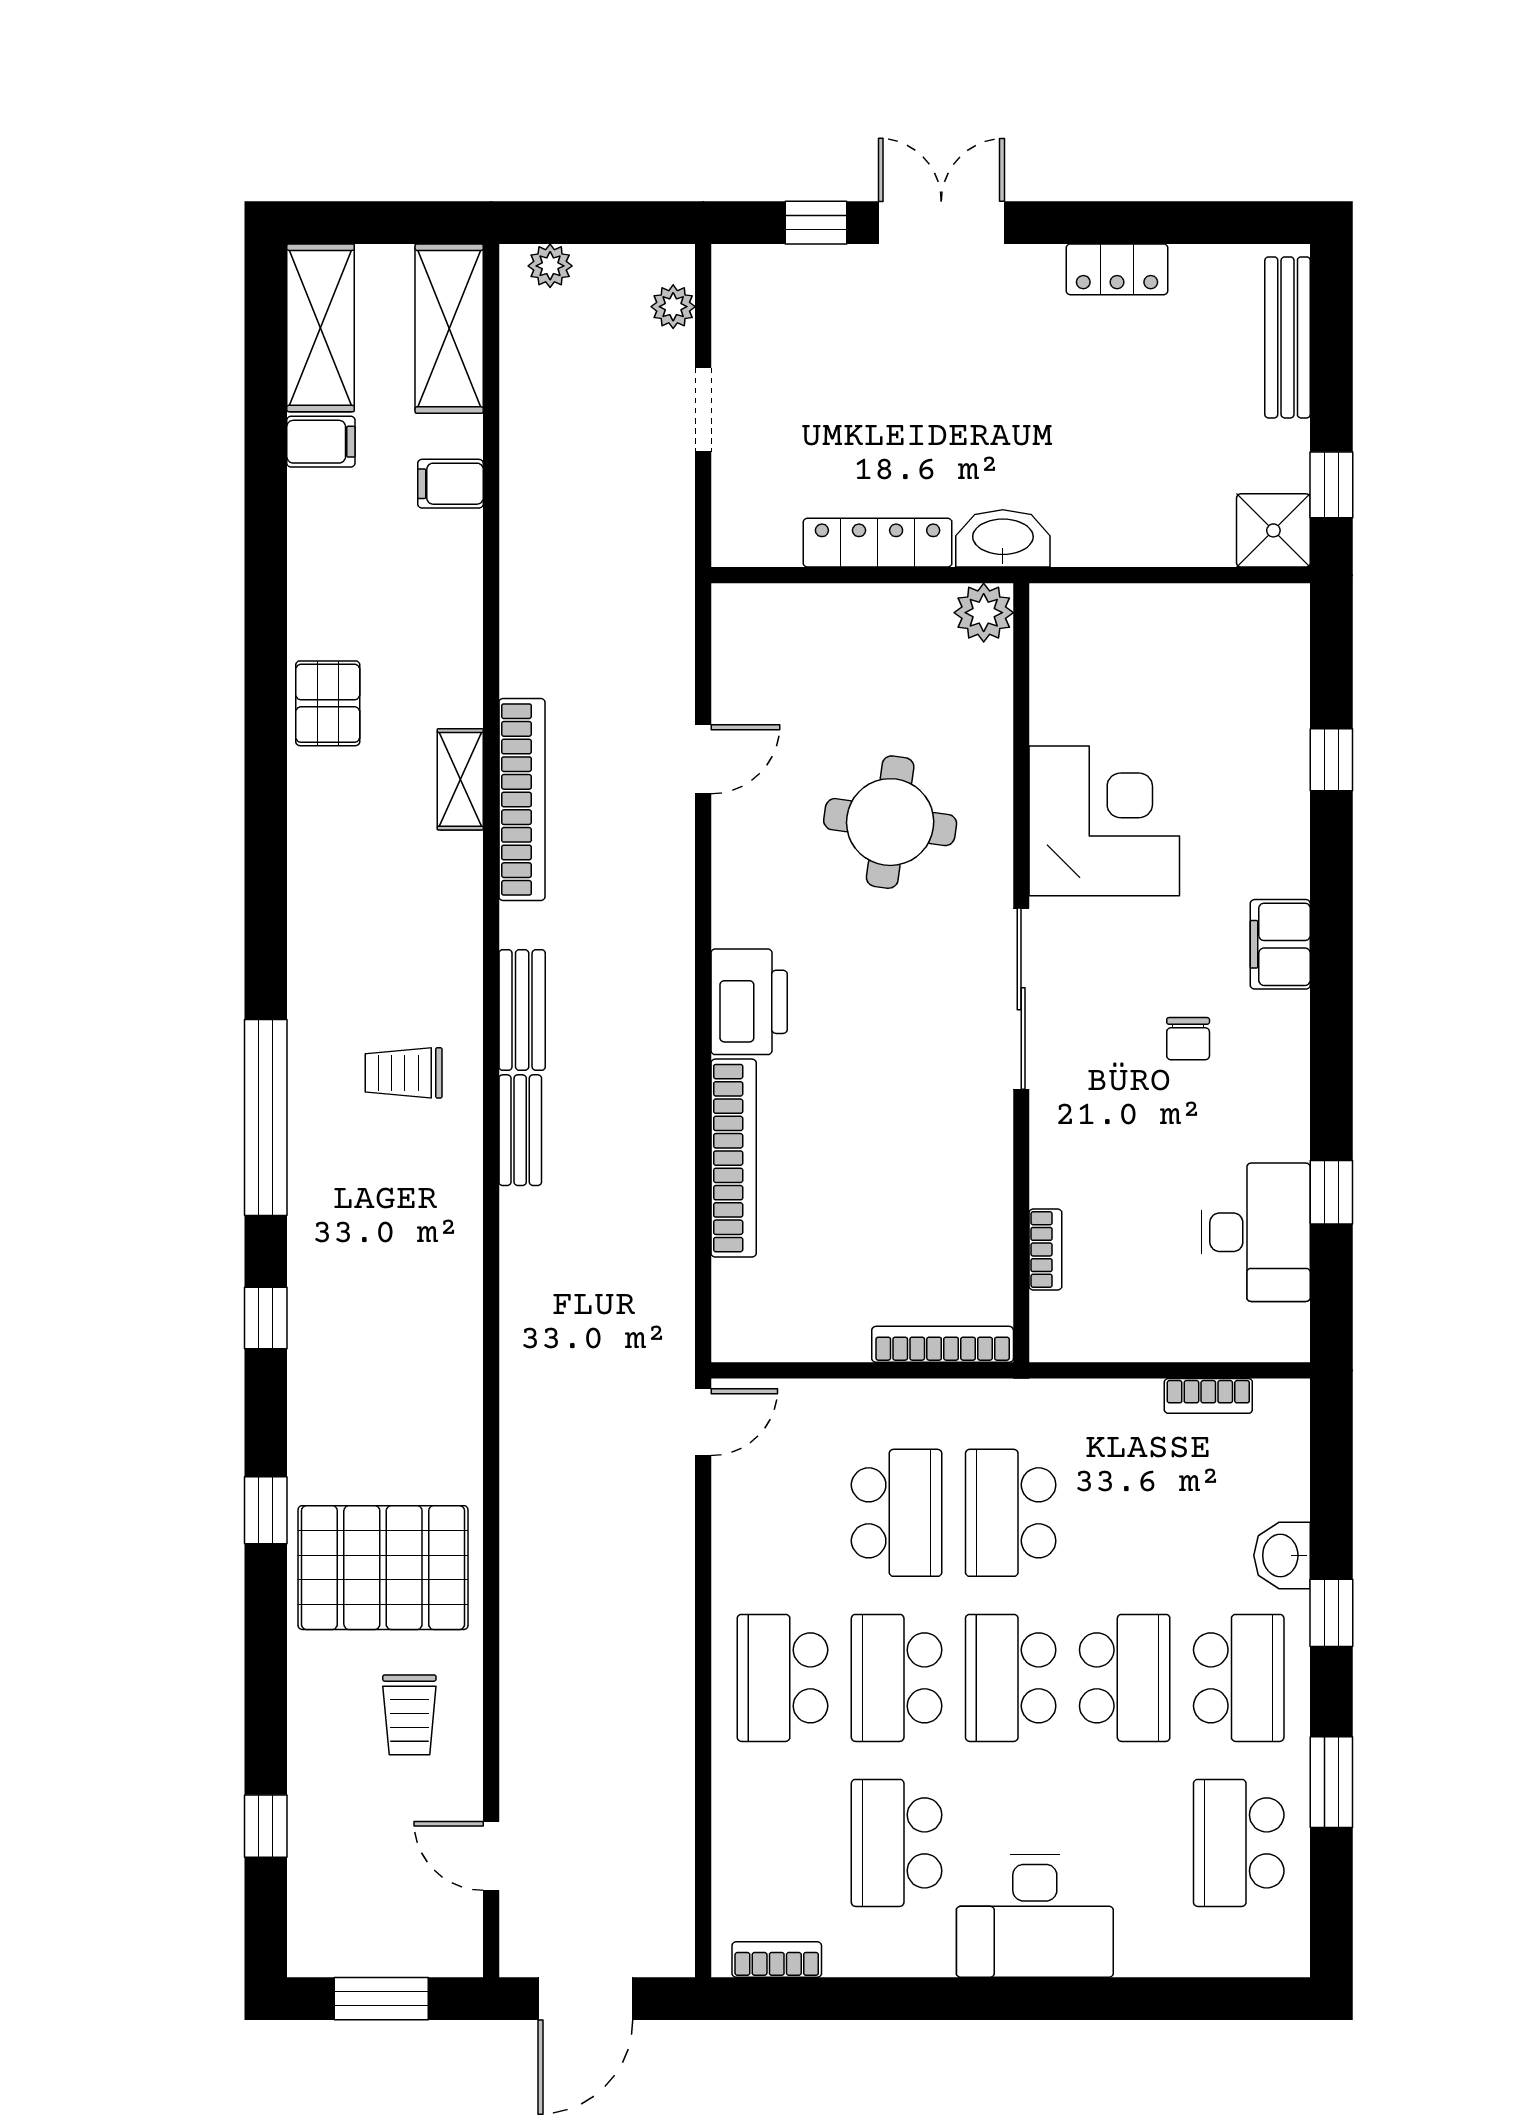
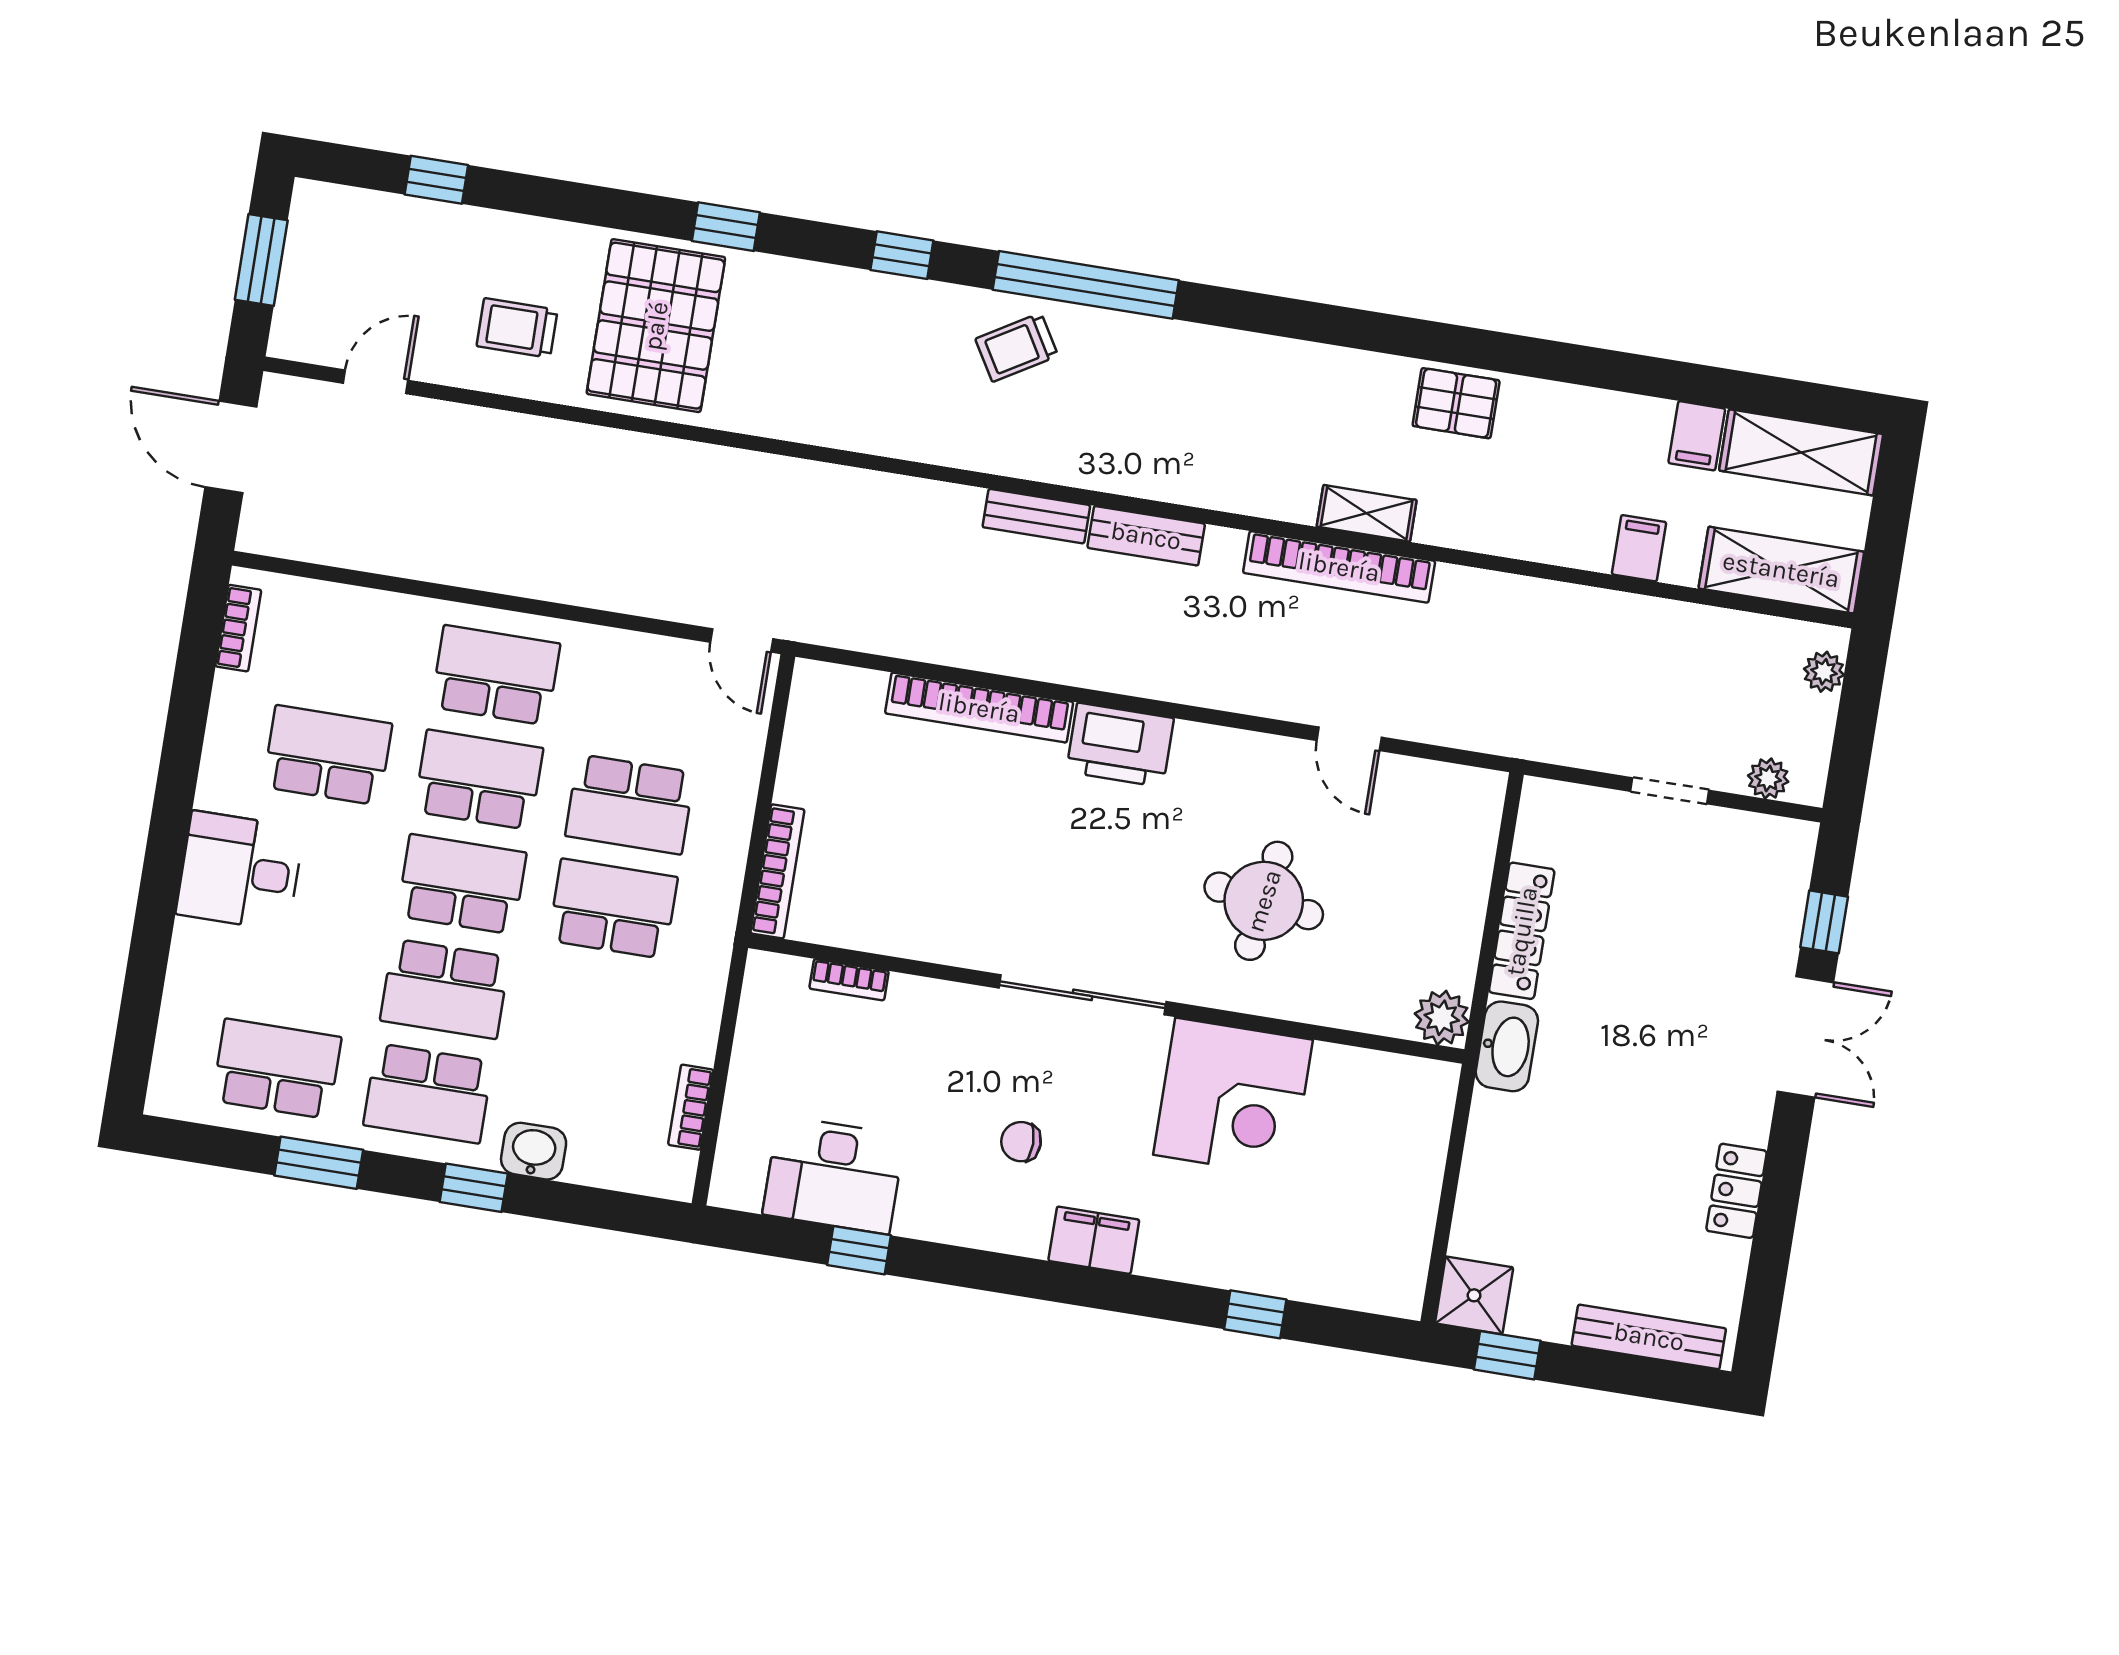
trolley: (404, 1073) -> (1017, 347), moved, turned -121
desk: (1035, 1916) -> (240, 871), width x0.73

